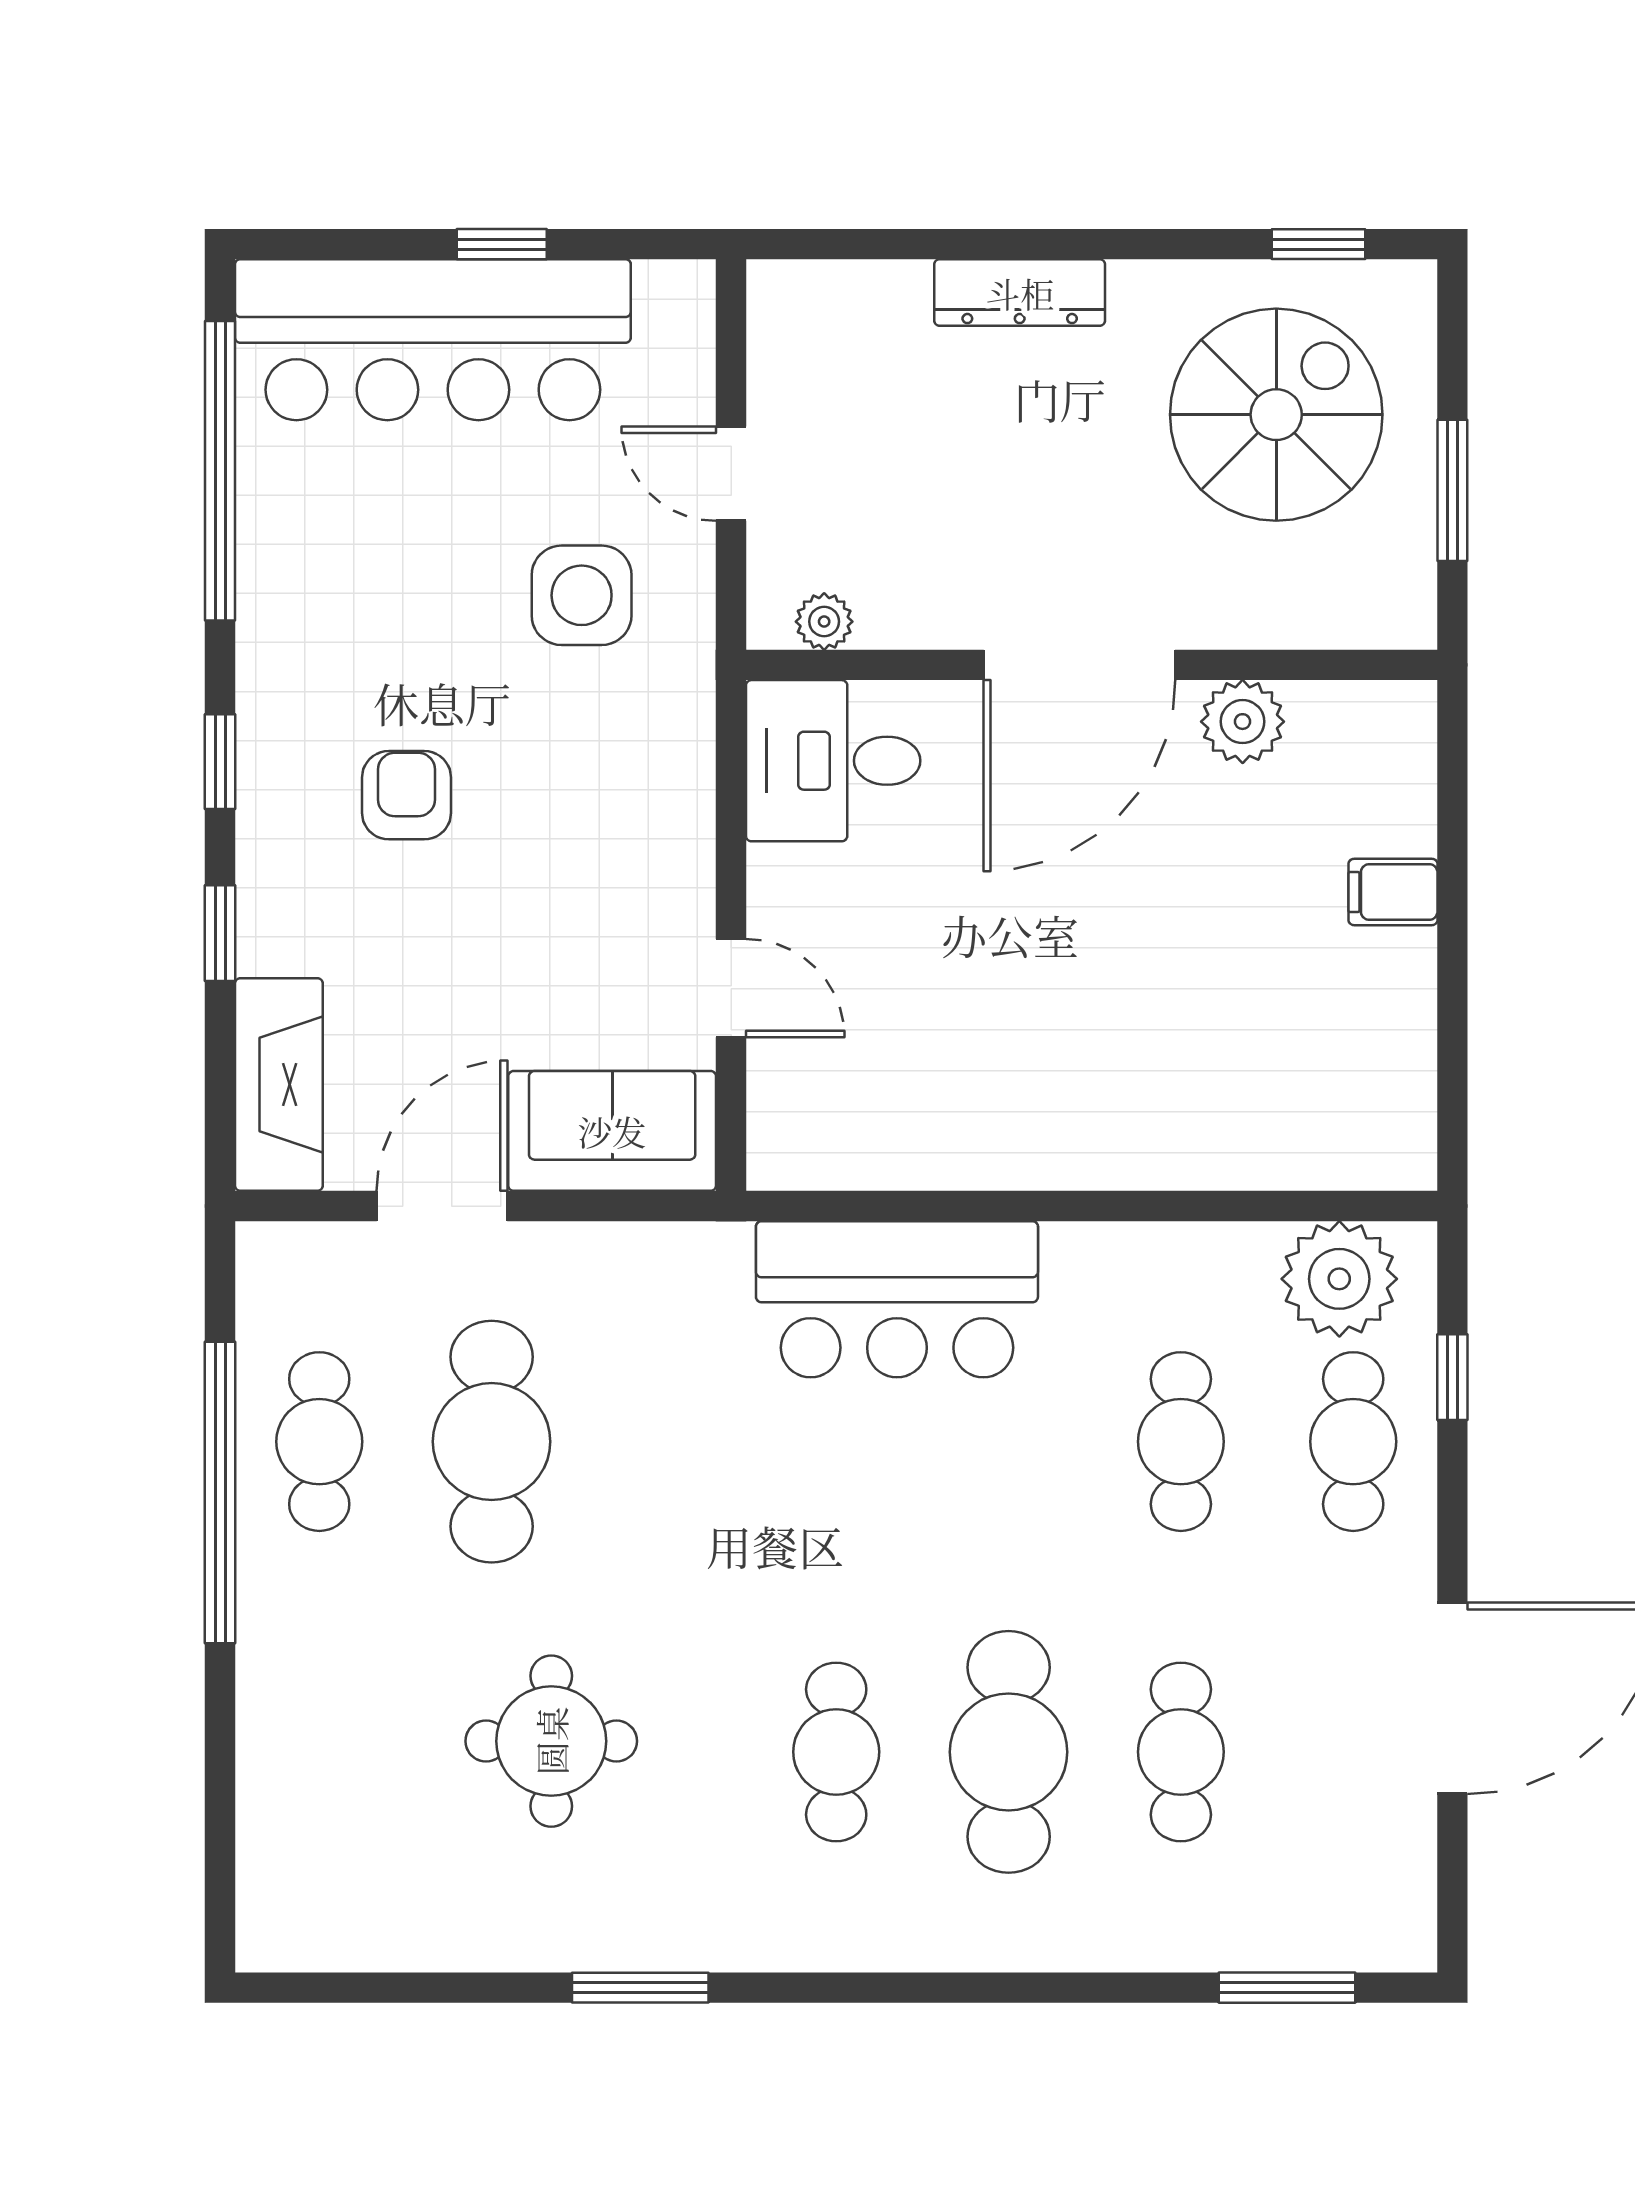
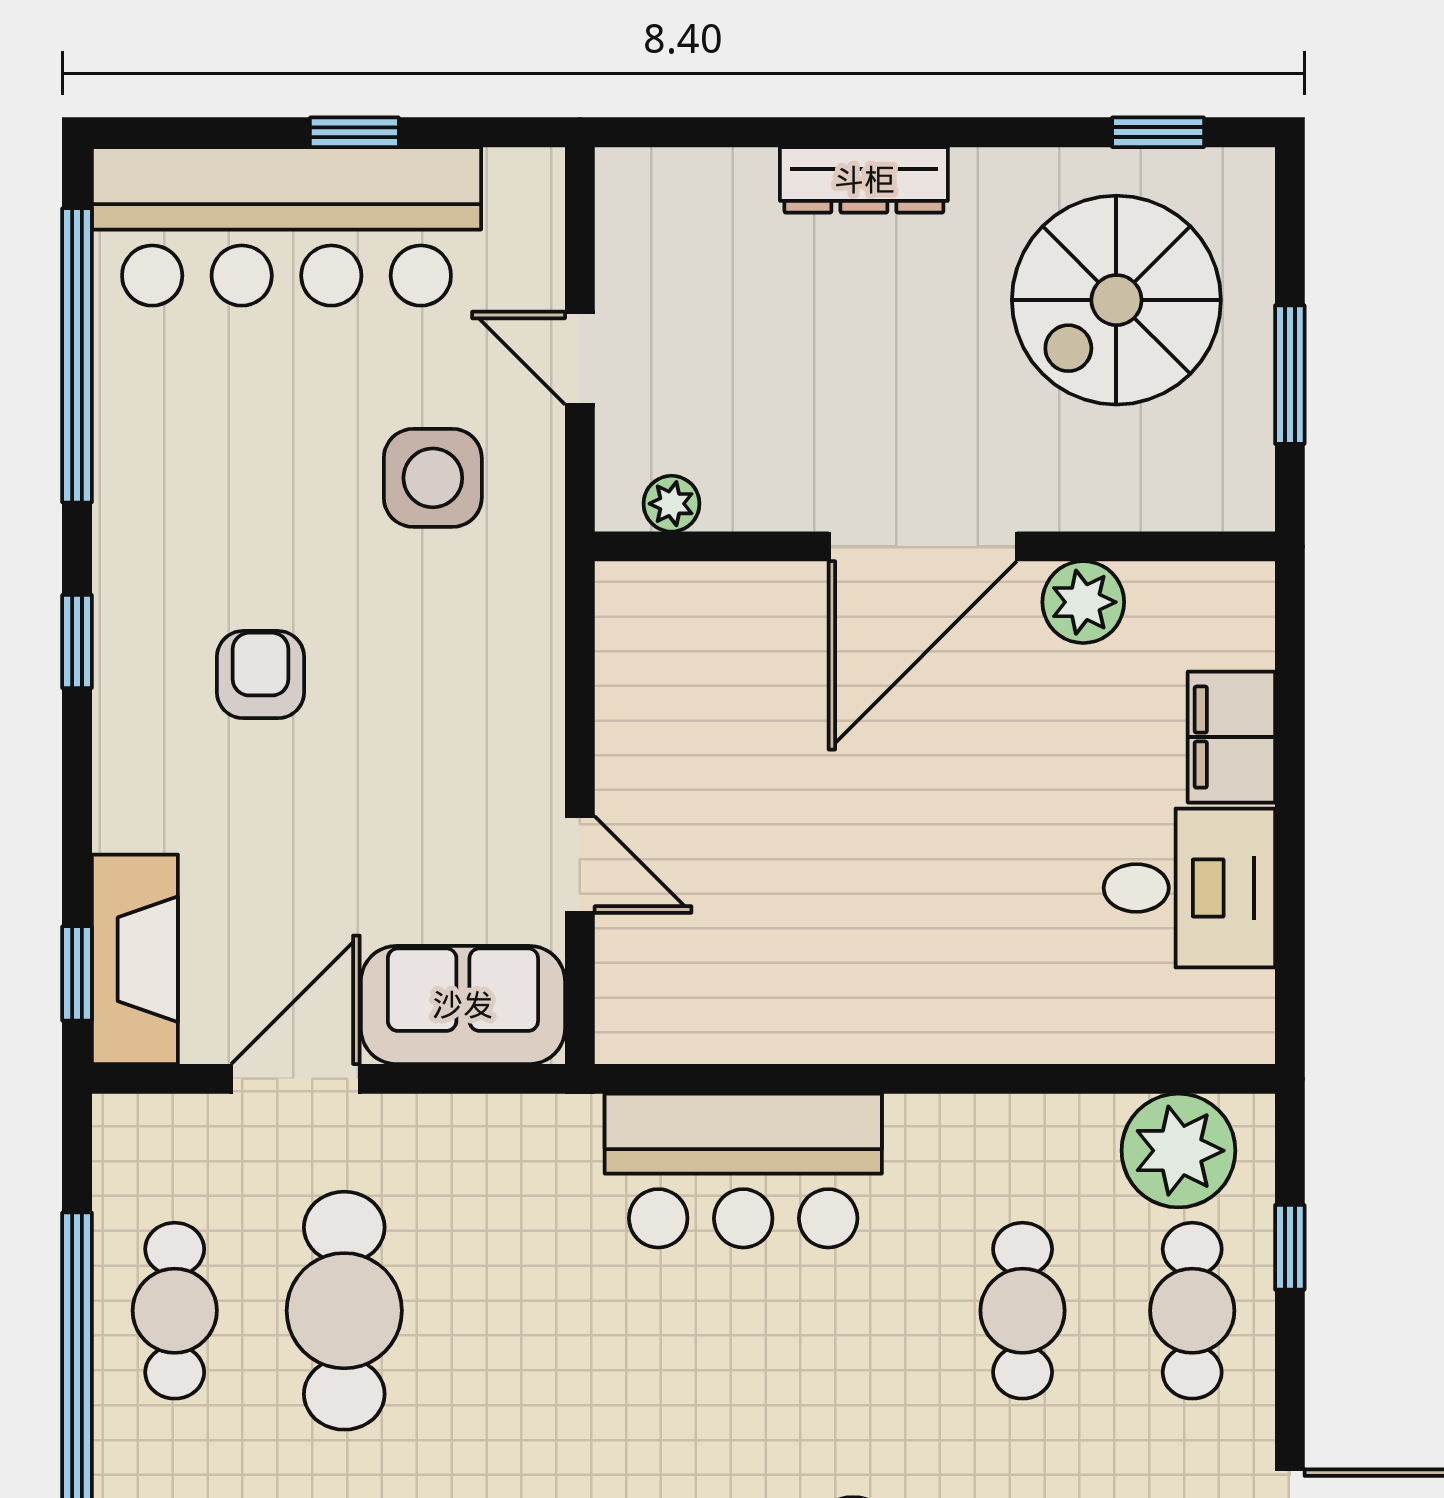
spiral stairs: (1276, 415) -> (1116, 300), turned 180
desk: (833, 761) -> (1189, 888), moved, turned 180
filing cabinet: (1393, 892) -> (1231, 737), width x2.00
window: (220, 933) -> (77, 973), moved

